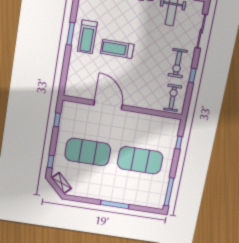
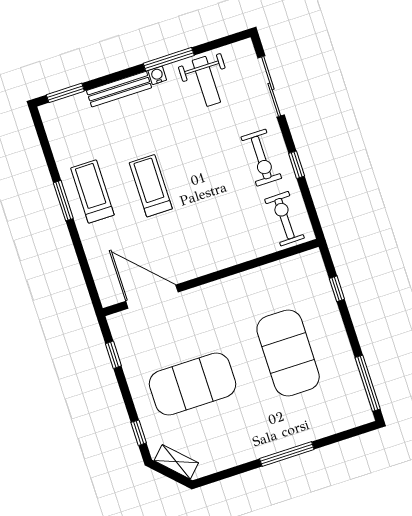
treadmill: (87, 37) -> (92, 191), turned 180
treadmill: (117, 49) -> (151, 186), turned 90
door: (108, 105) -> (152, 297), moved
exercise mat: (140, 160) -> (288, 353), turned 90

